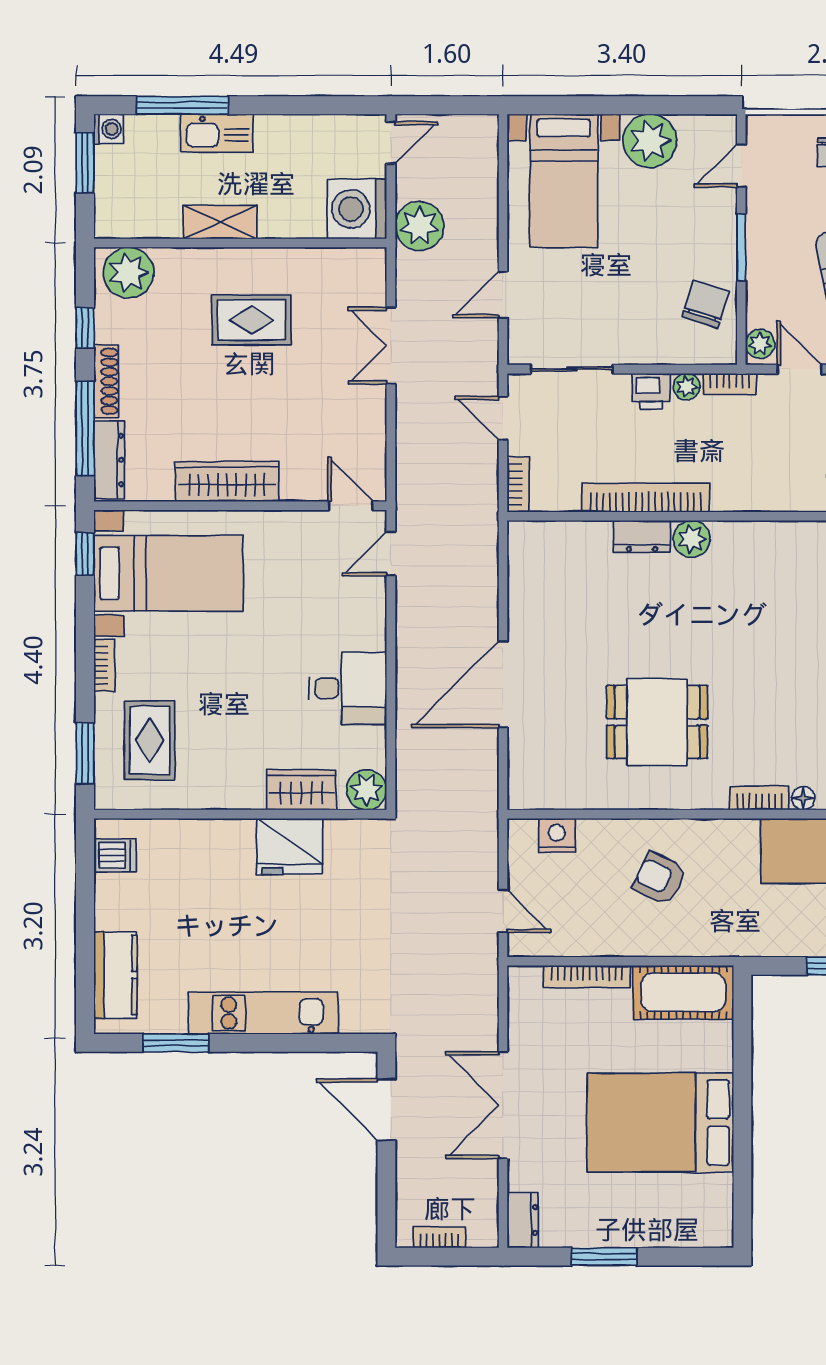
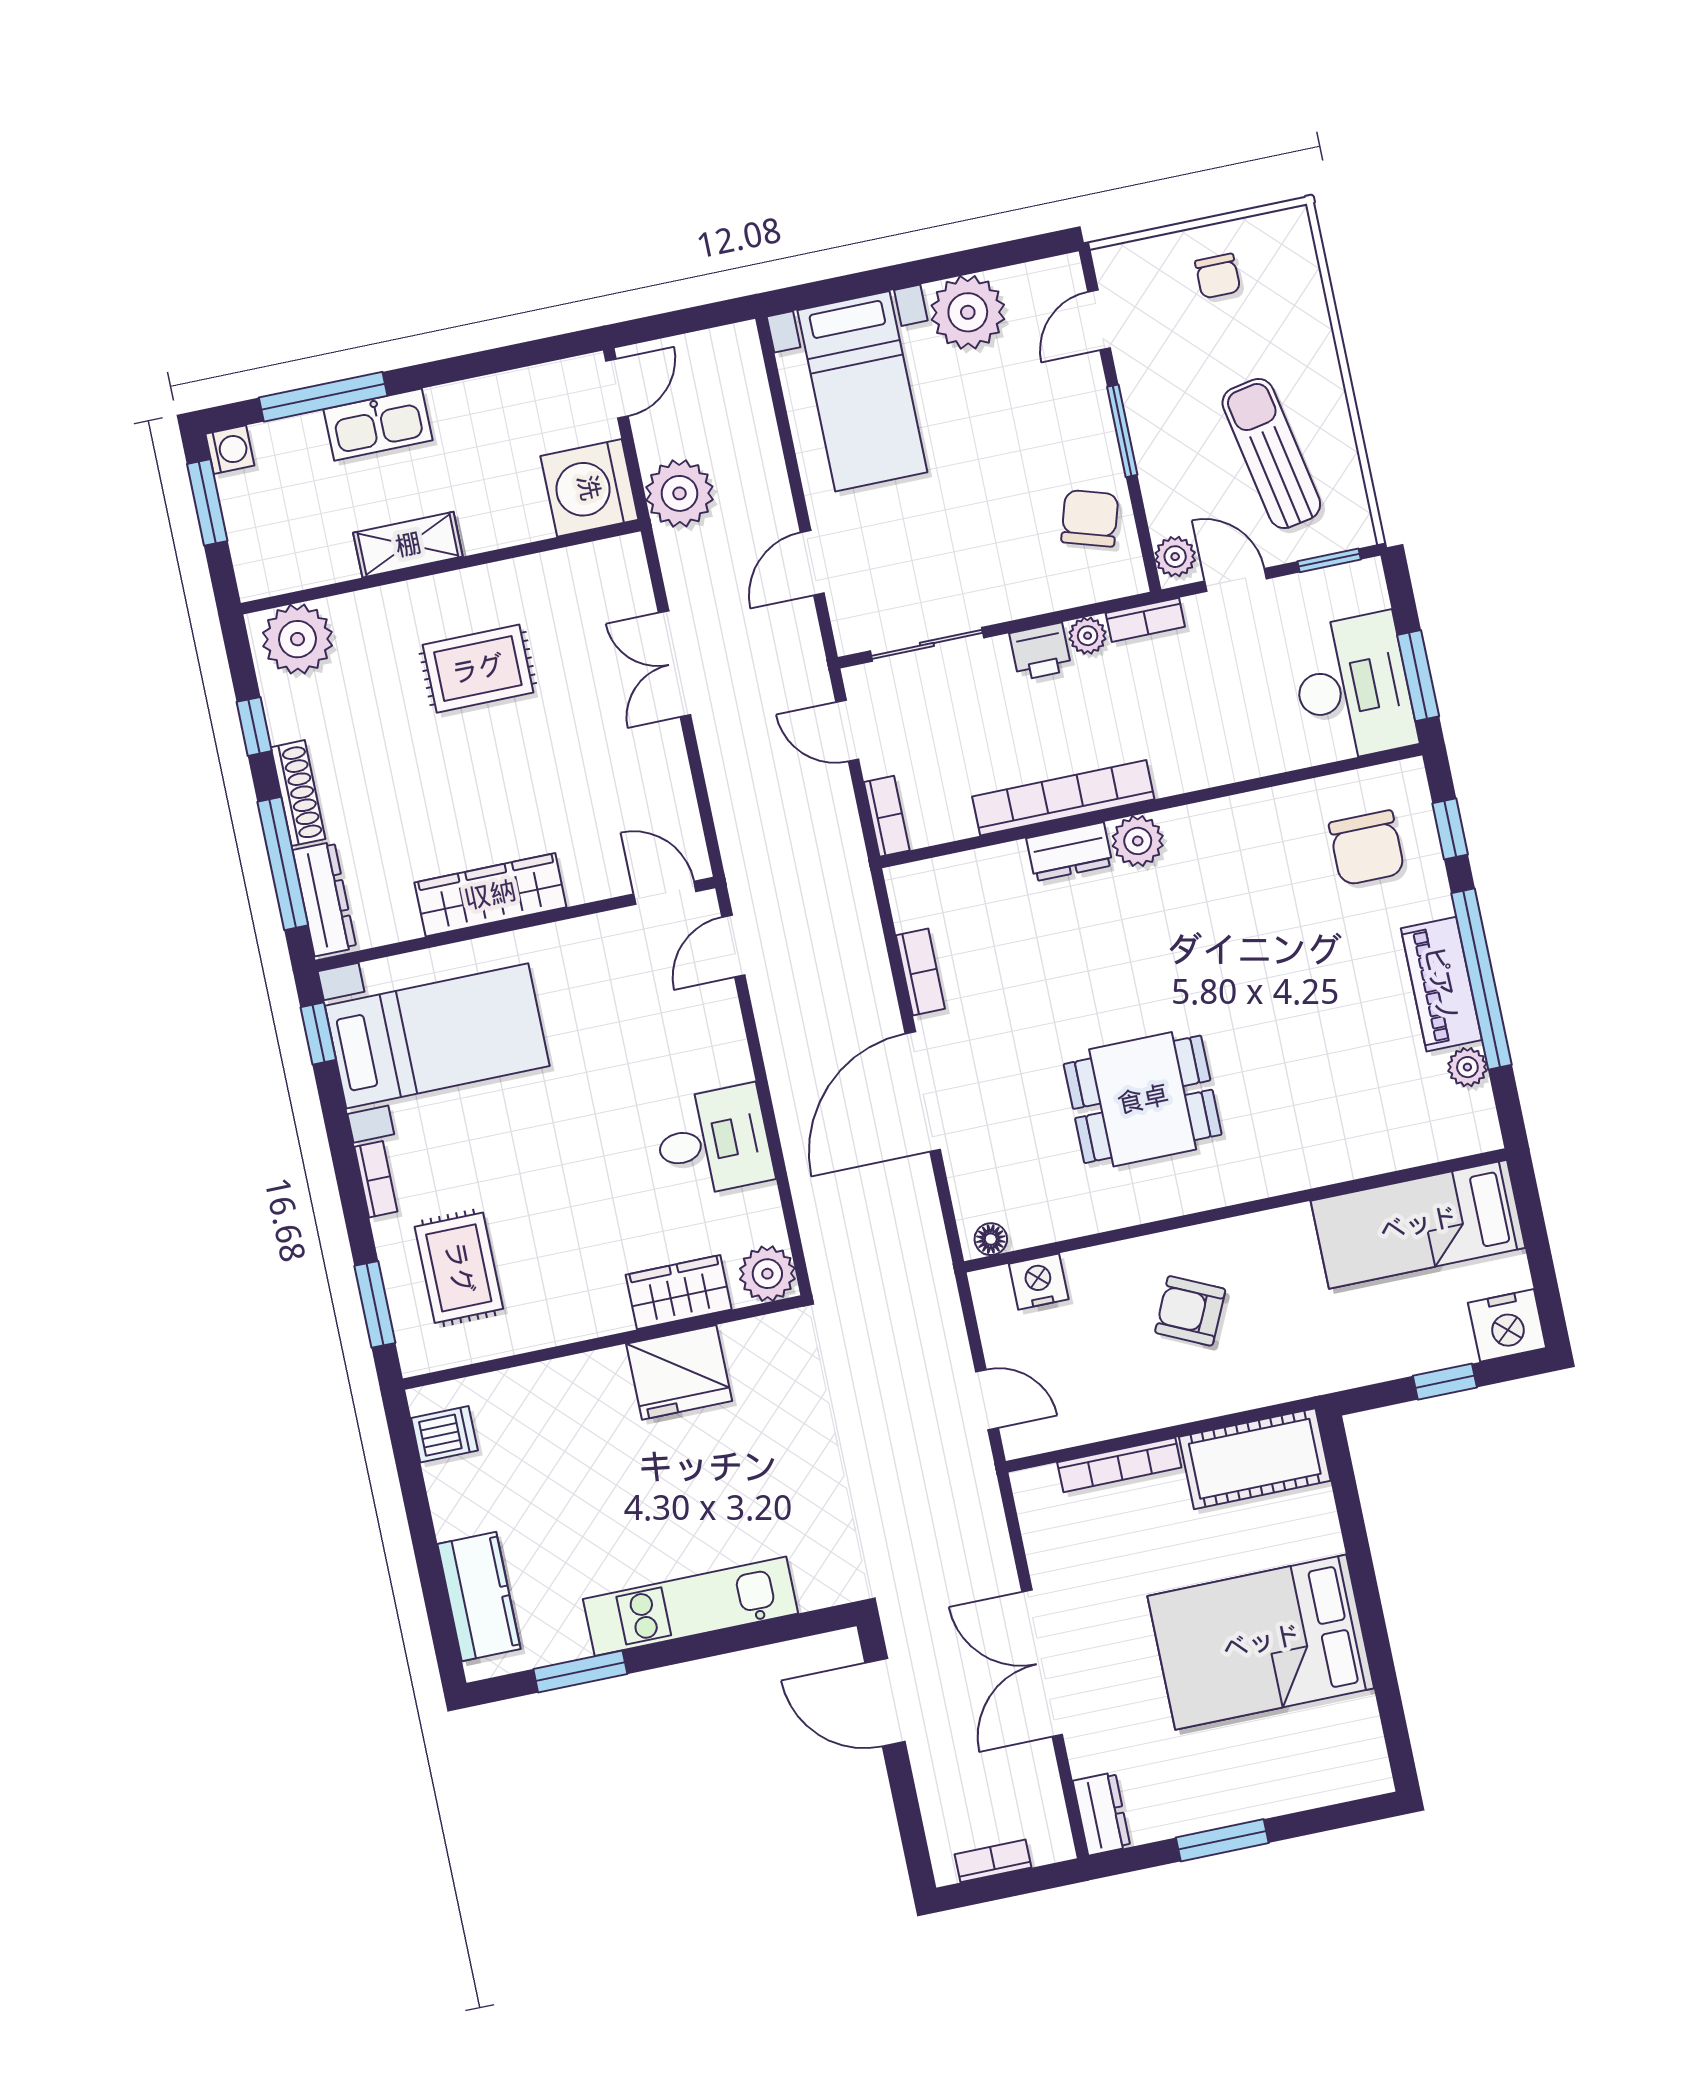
bookcase: (759, 798) -> (920, 972), moved, turned 90
floor lamp: (803, 798) -> (991, 1239), moved

